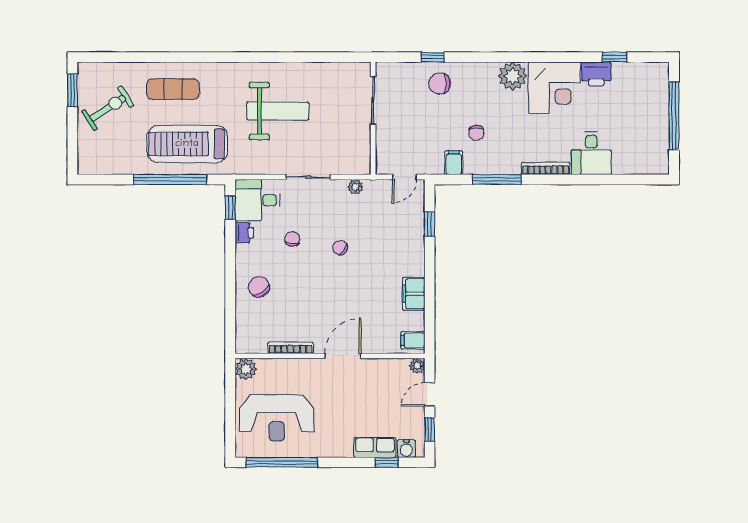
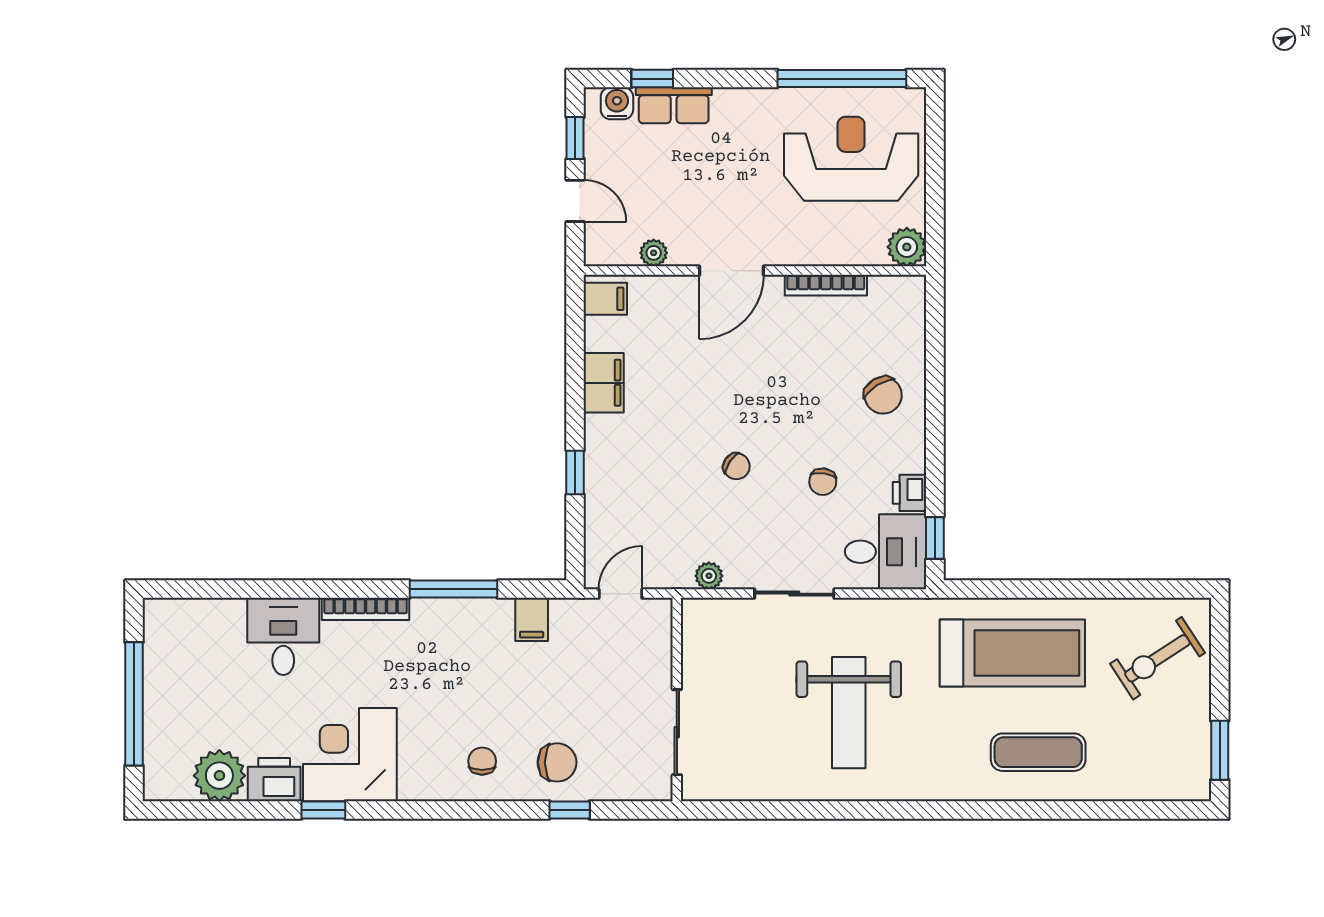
window: (614, 57) -> (323, 810), moved
plant: (513, 76) -> (219, 776), moved
exercise bike: (108, 108) -> (1157, 658), moved
weight bench: (278, 111) -> (849, 713), turned -90
chair: (476, 133) -> (482, 761), moved
window: (170, 179) -> (1044, 589), removed
window: (430, 224) -> (575, 472), moved
plant: (417, 366) -> (654, 253), moved
door: (430, 395) -> (575, 201), hinge flipped

